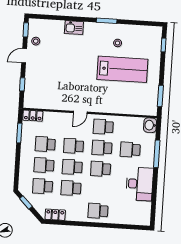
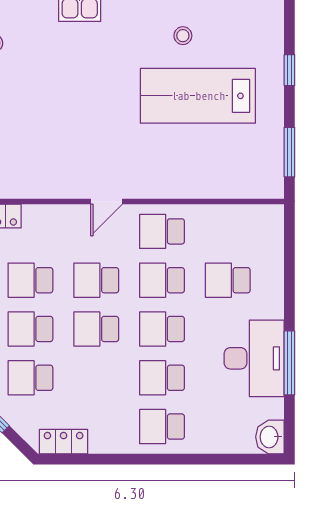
window: (164, 45) -> (289, 70), moved
lab bench: (122, 69) -> (198, 96), turned 180
washbasin: (150, 125) -> (270, 437), moved
window: (157, 154) -> (289, 363), moved
school desk: (71, 188) -> (162, 378), moved

